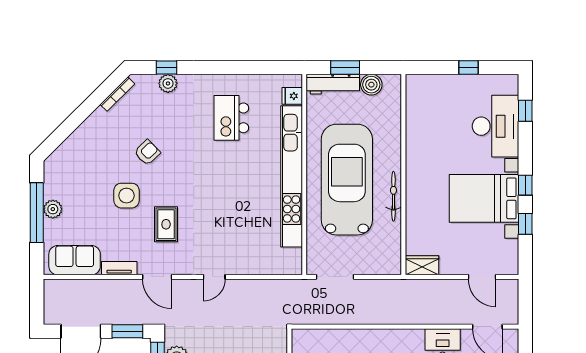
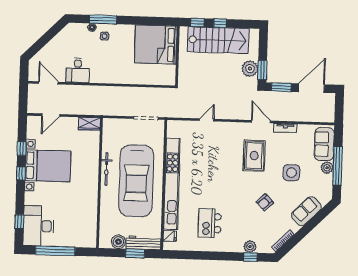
window: (469, 67) -> (55, 251), width x3.17
kitchen island: (231, 118) -> (210, 223), turned 180
desk: (496, 126) -> (39, 226), moved
sofa: (83, 141) -> (306, 211), added
side table: (126, 196) -> (291, 173), moved
rug: (166, 224) -> (254, 156), width x1.36, depth x1.43
sofa: (75, 260) -> (324, 144), moved, turned 90
door: (214, 277) -> (207, 120), moved
door: (482, 277) -> (51, 115), swing flipped

